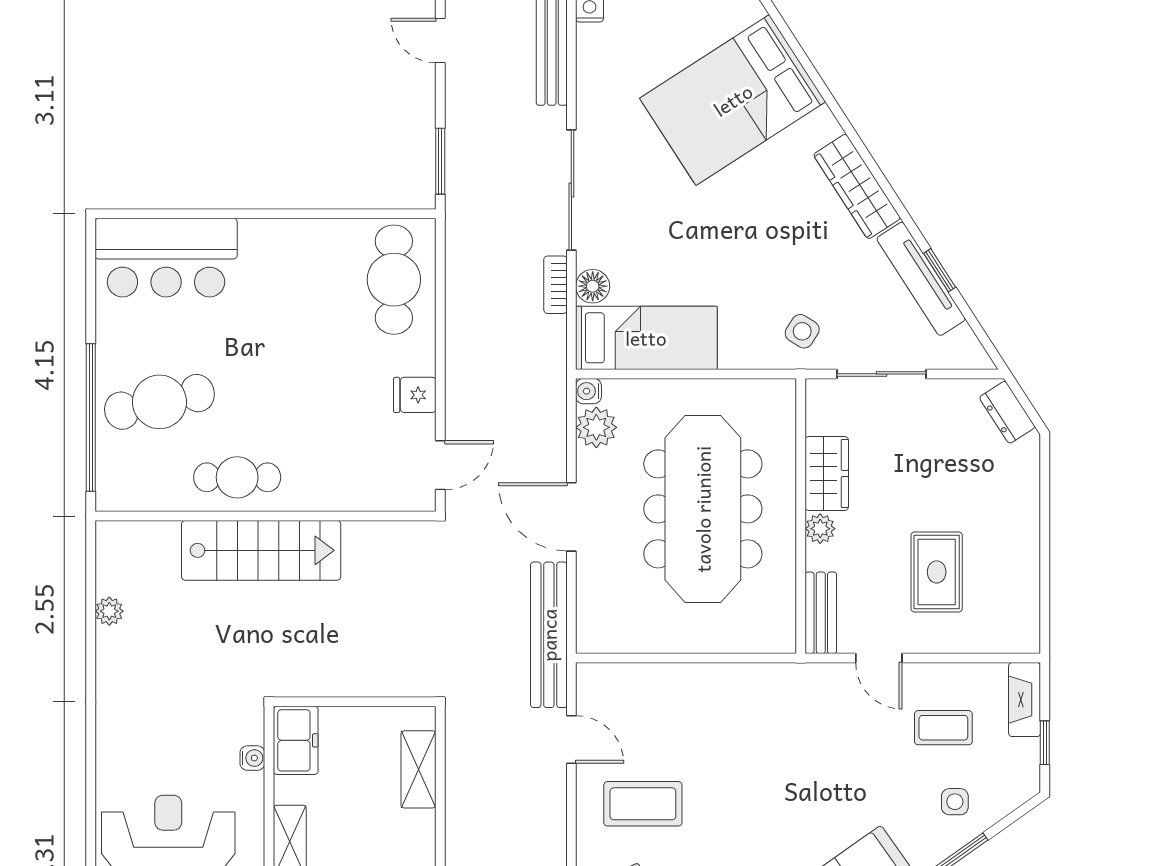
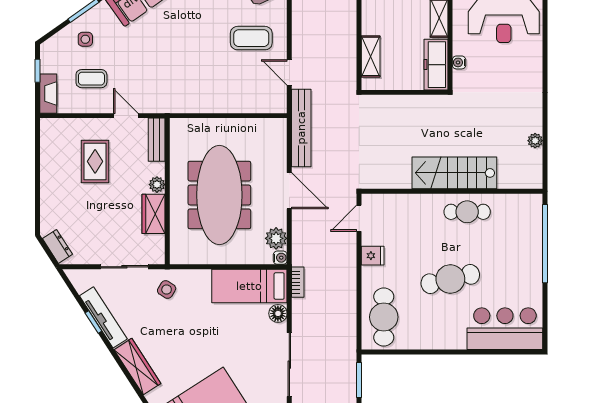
bookcase: (555, 285) -> (298, 282), moved
cafe table: (159, 402) -> (450, 279), moved
freezer: (296, 740) -> (436, 65), width x1.40

